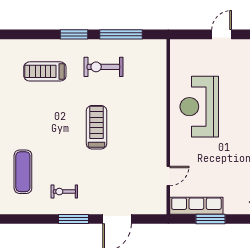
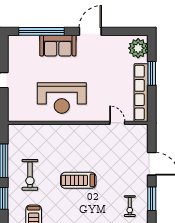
row of seats: (196, 206) -> (141, 93), width x1.36
window: (211, 219) -> (152, 73), moved

